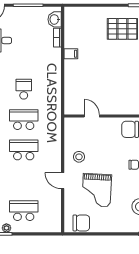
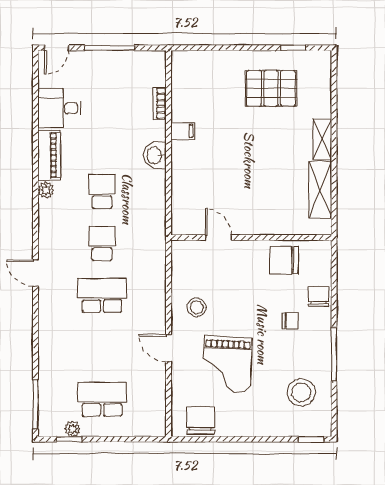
washbasin: (55, 19) -> (155, 155), moved
school desk: (24, 120) -> (102, 243), width x0.54
chair: (81, 223) -> (201, 420), turned -90

